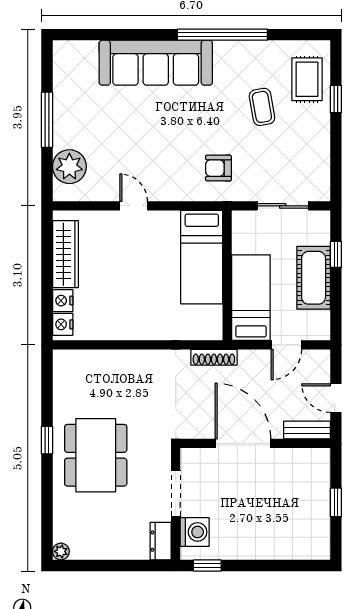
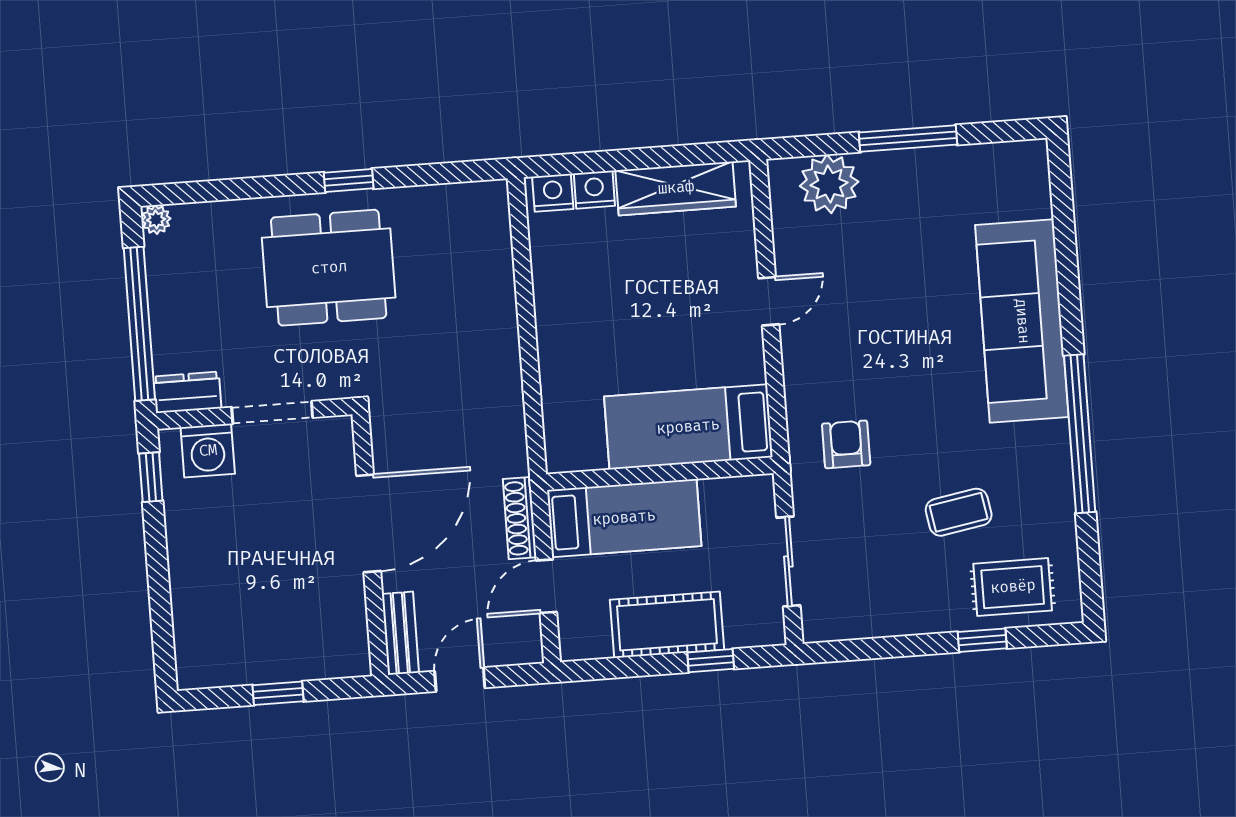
door: (286, 345) -> (546, 586), hinge flipped
shoe rack: (214, 357) -> (520, 518), moved
window: (120, 565) -> (139, 324), added

